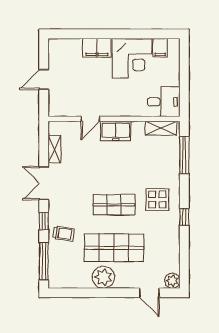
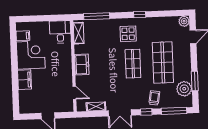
door: (90, 119) -> (74, 93), moved
plant: (103, 277) -> (184, 89), moved
window: (86, 293) -> (195, 81), added

